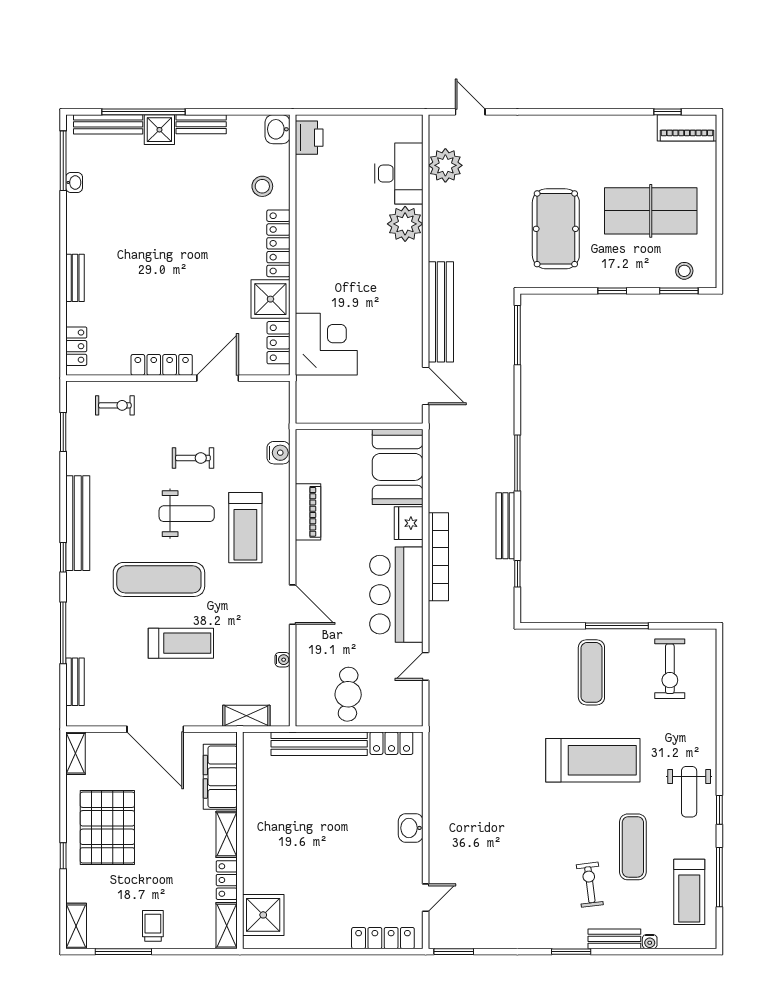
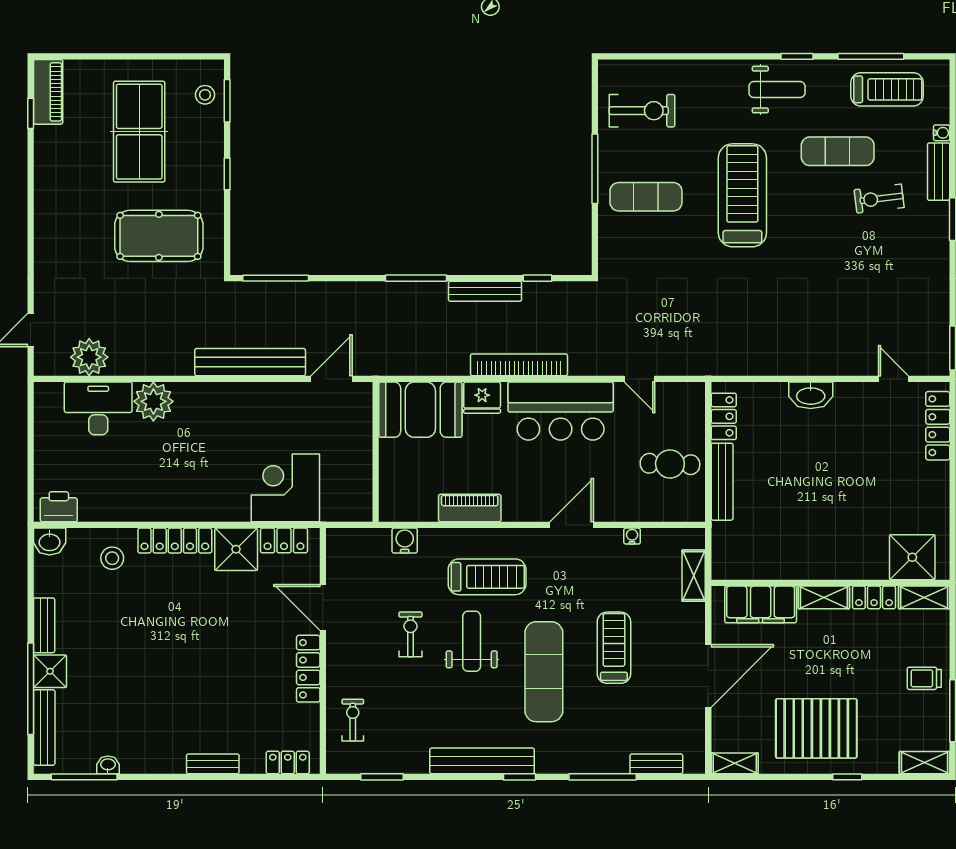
bench: (319, 744) -> (722, 482), width x0.73, depth x0.82
washbasin: (411, 828) -> (811, 395), width x1.38

